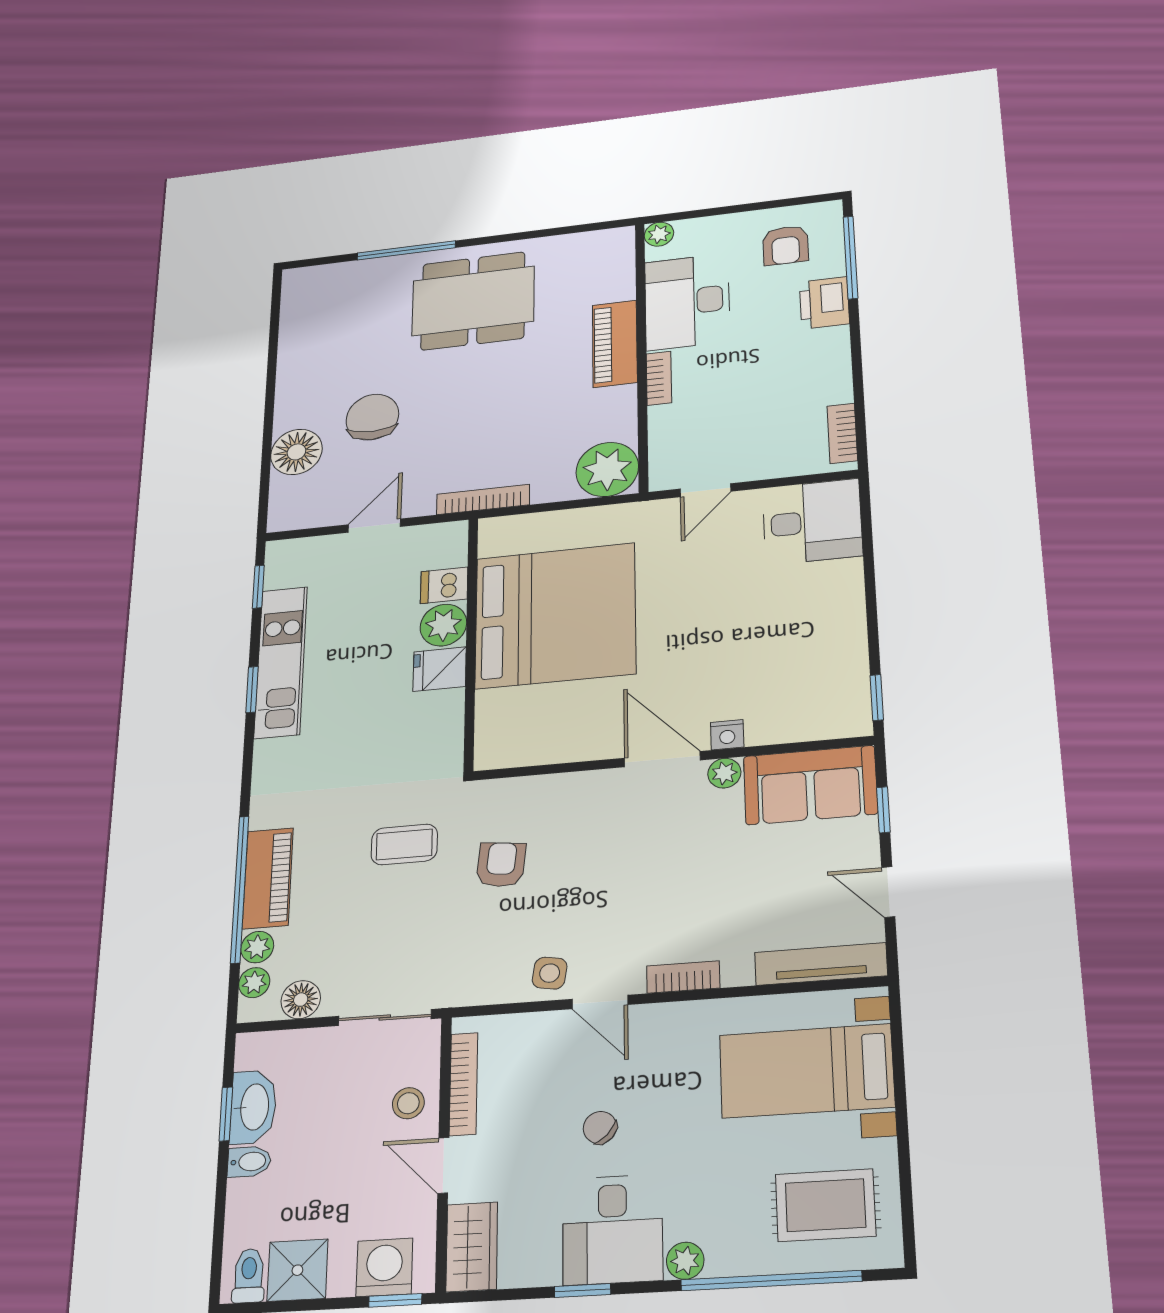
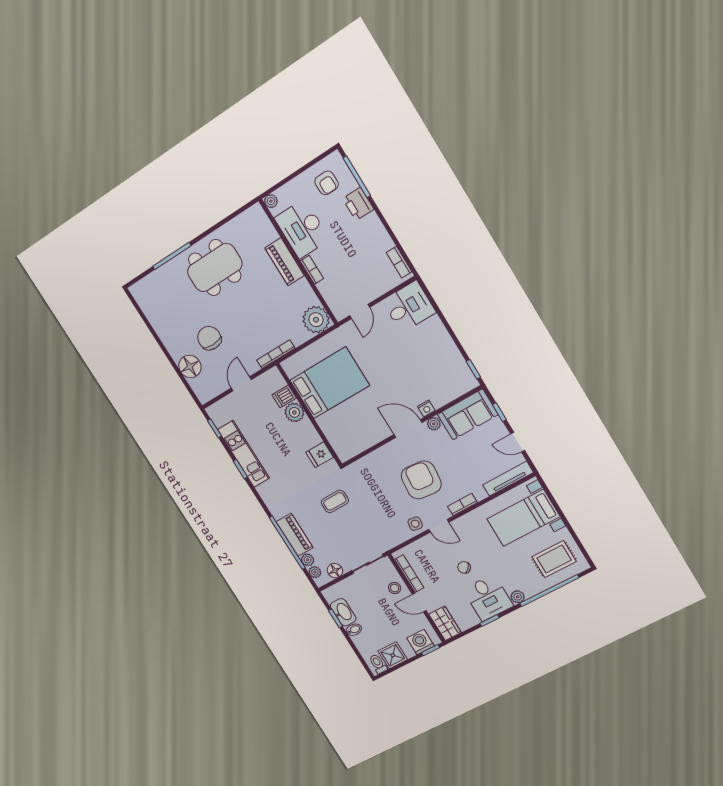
bed: (555, 616) -> (330, 383), width x0.73
fridge: (440, 669) -> (320, 455), moved
armchair: (501, 865) -> (421, 480), moved, width x1.88, depth x1.88

